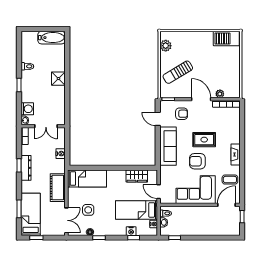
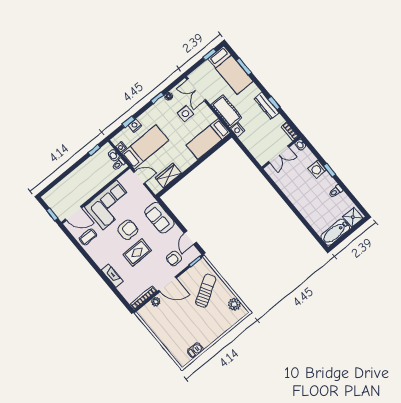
barbecue: (226, 39) -> (195, 350), width x0.53, depth x0.65
shower: (58, 79) -> (353, 217), moved
washing machine: (27, 109) -> (317, 169), moved
door: (158, 119) -> (190, 238), swing flipped
double door: (46, 126) -> (279, 154), swing flipped
sofa: (168, 146) -> (159, 218), width x0.73
nightstand: (61, 154) -> (238, 130), moved
fireplace: (236, 154) -> (112, 276), moved
door: (226, 205) -> (73, 213), hinge flipped

